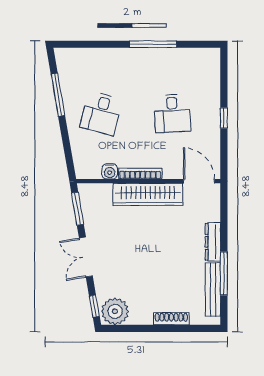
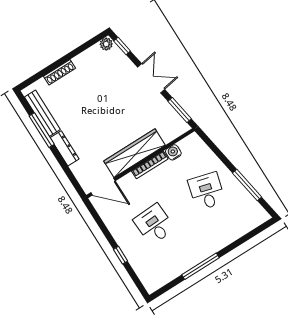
window: (224, 118) -> (120, 255), moved
plant: (115, 311) -> (106, 44), width x0.53, depth x0.53

